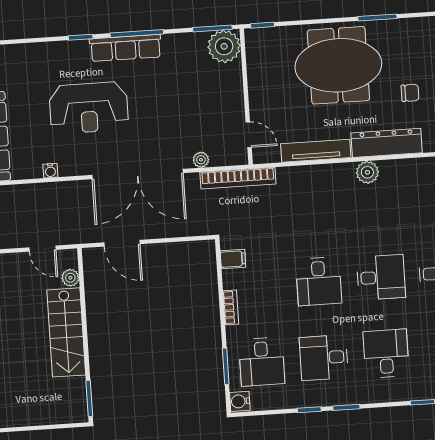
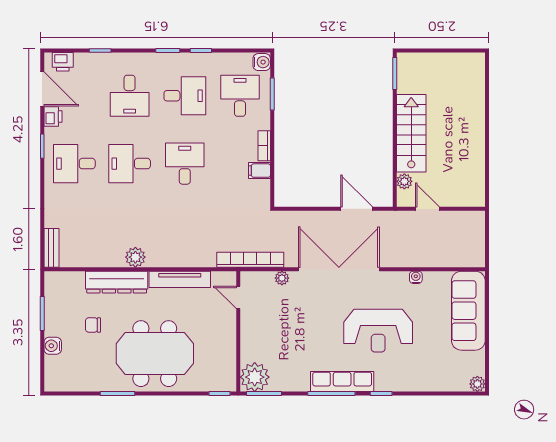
reception desk: (89, 108) -> (378, 331), turned 180
filing cabinet: (233, 259) -> (259, 171), moved

